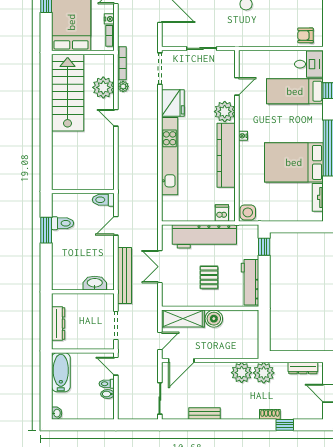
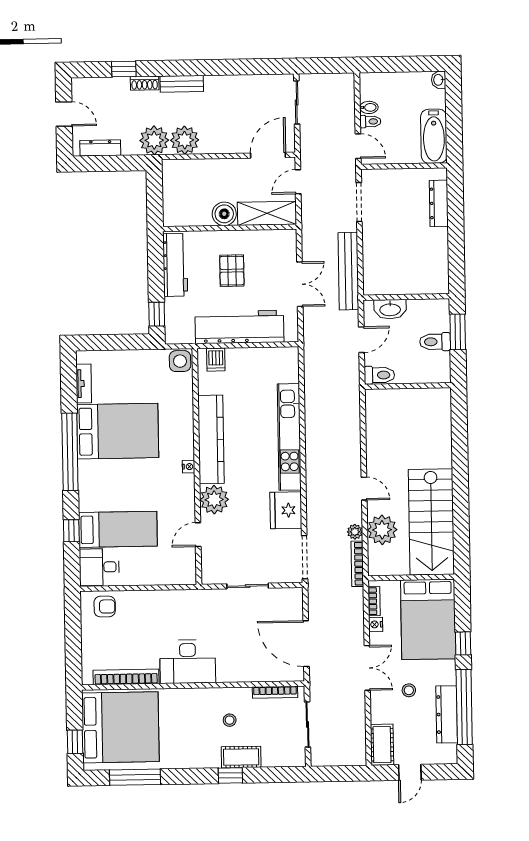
washbasin: (95, 283) -> (390, 309), moved
wall: (83, 292) -> (406, 297), moved
bench: (205, 413) -> (182, 84), moved

